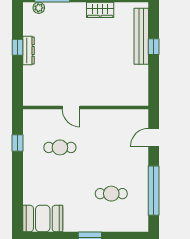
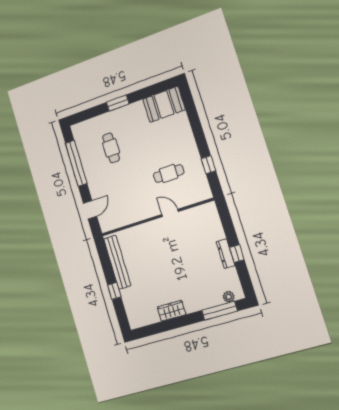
bench: (141, 36) -> (117, 262), moved
cafe table: (111, 194) -> (111, 148), turned 90

